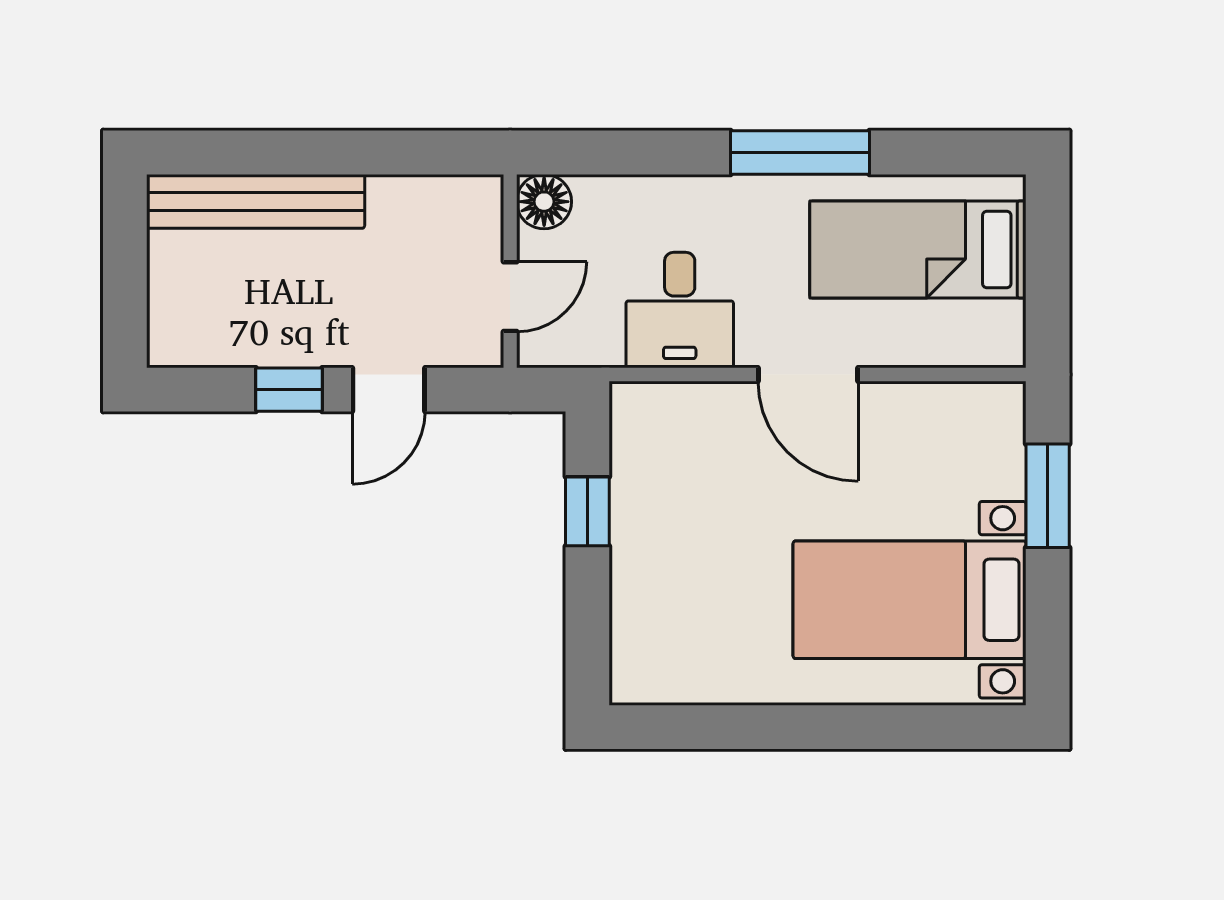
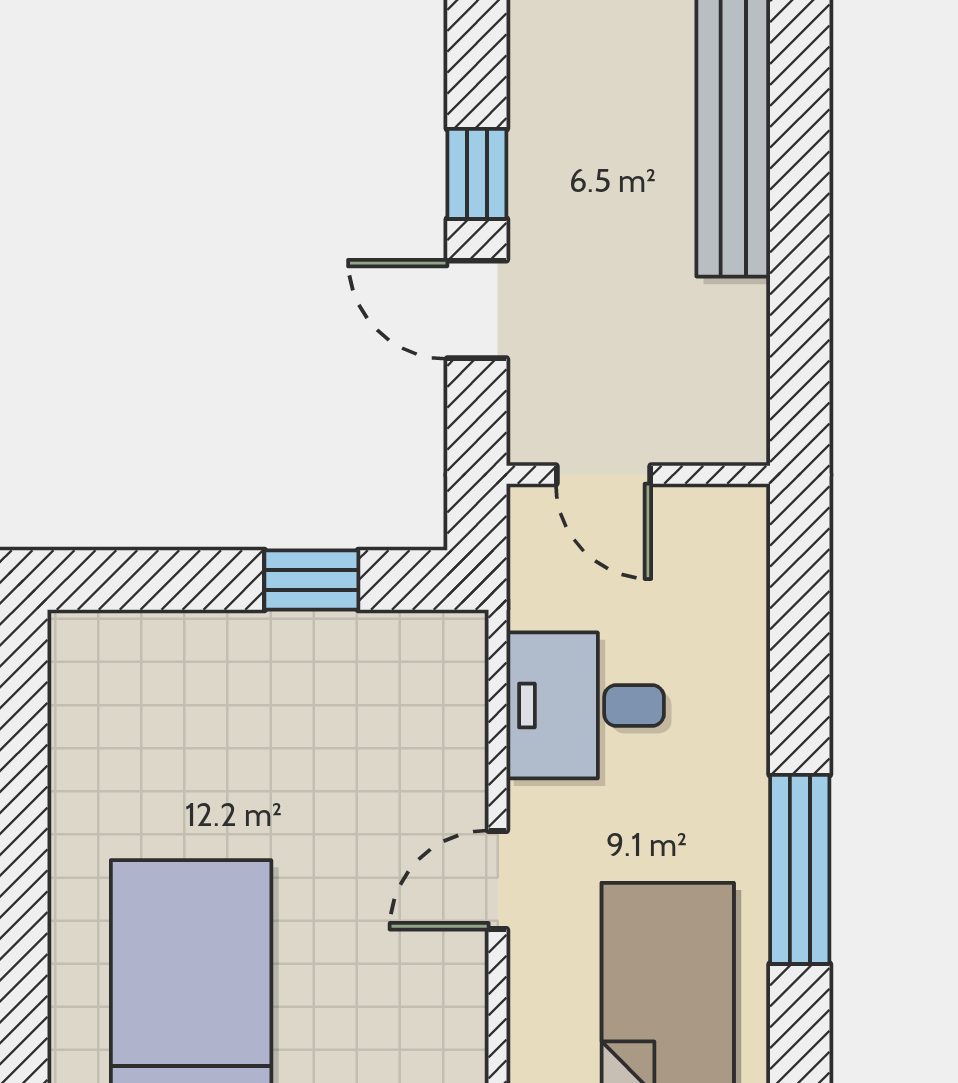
floor lamp: (544, 202) -> (733, 521), removed
door: (808, 374) -> (498, 880), width x0.73

